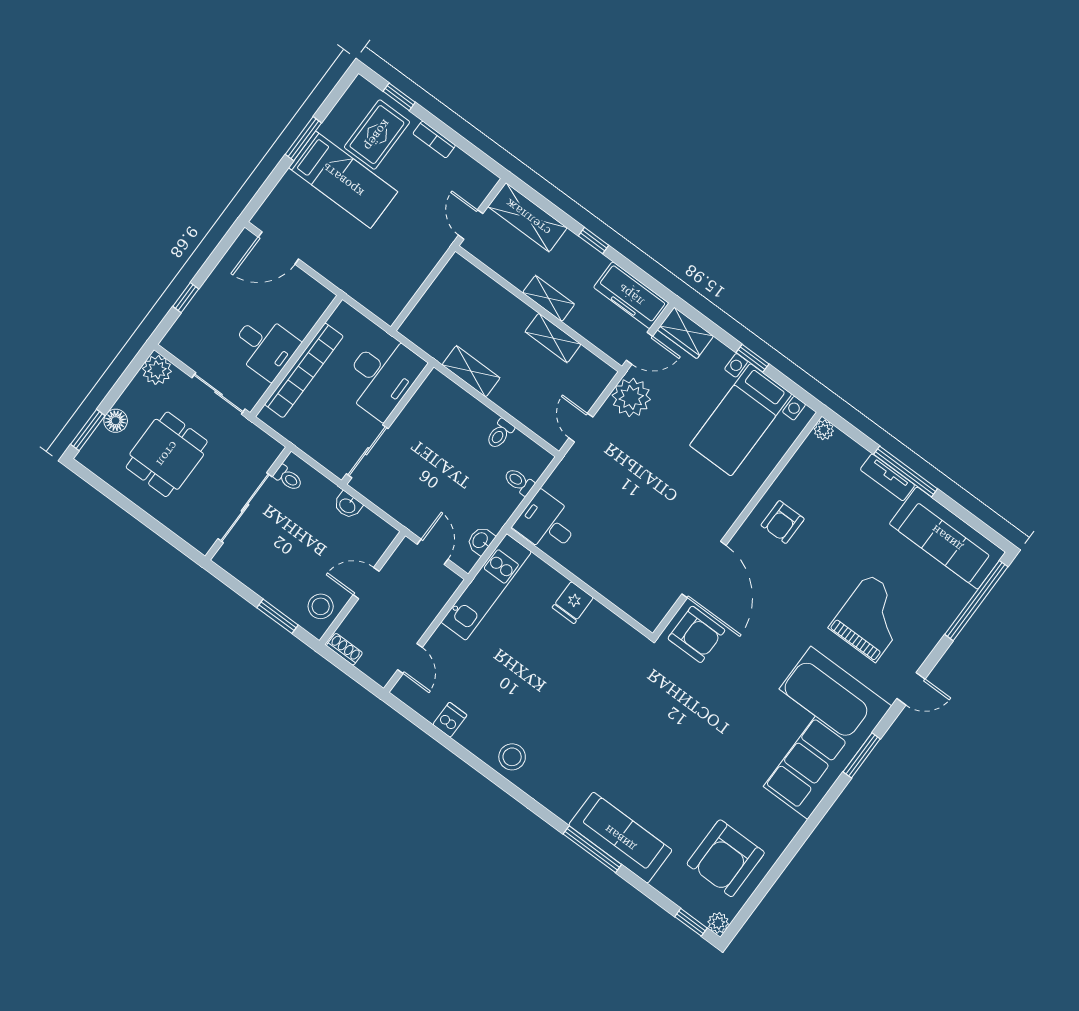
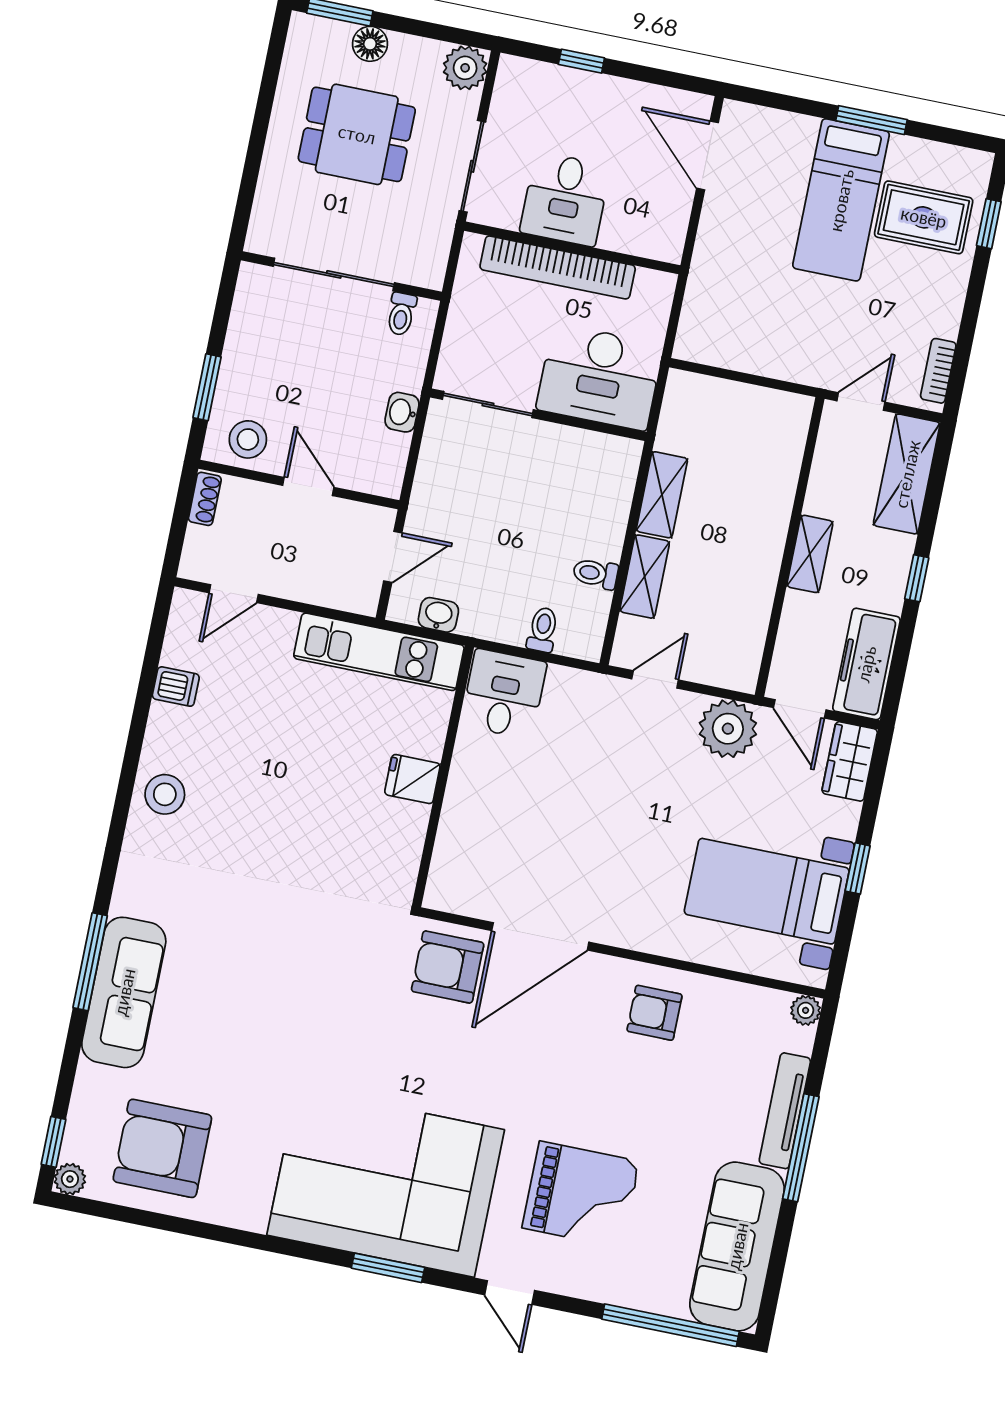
bookcase: (434, 139) -> (938, 371), moved
shelving: (553, 338) -> (645, 577), moved
tv unit: (887, 477) -> (785, 1111), width x1.41
armchair: (696, 634) -> (448, 967), turned 90

